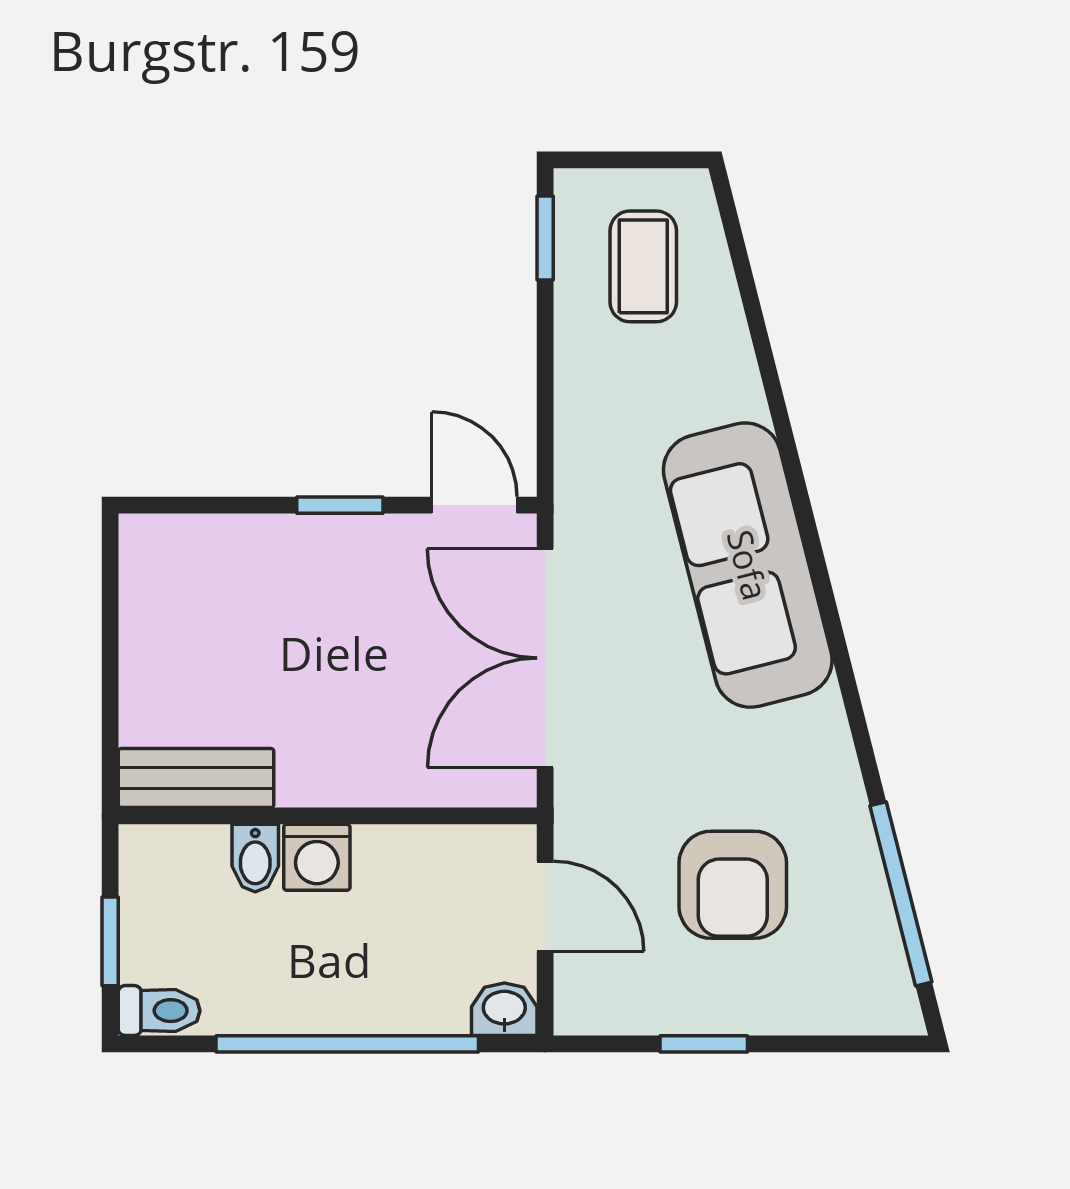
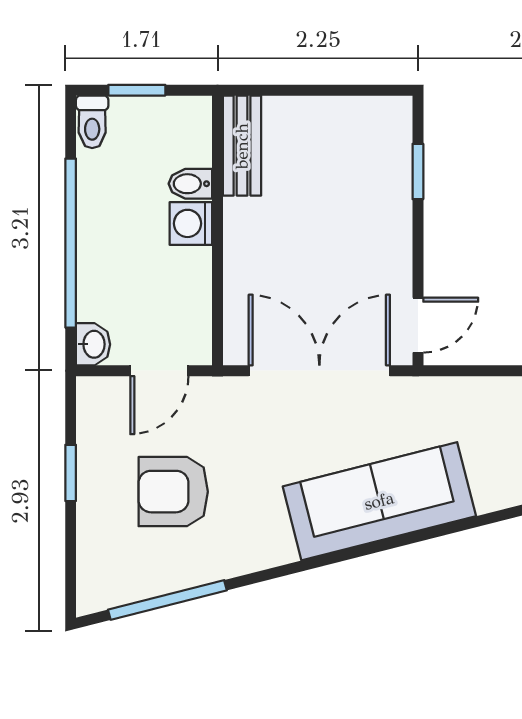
window: (340, 505) -> (418, 171), moved

